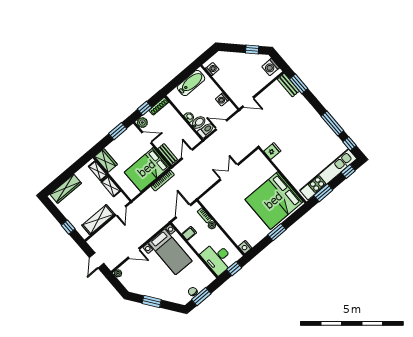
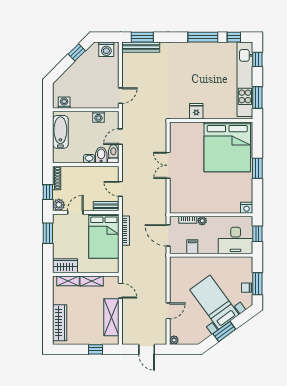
bench: (288, 85) -> (141, 47), width x1.36
fridge: (272, 151) -> (196, 111), moved
bed with nightstands: (170, 252) -> (214, 302), moved, turned -126

